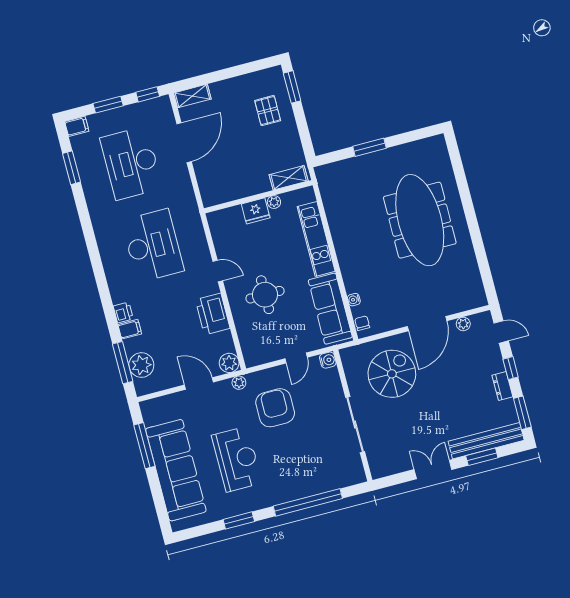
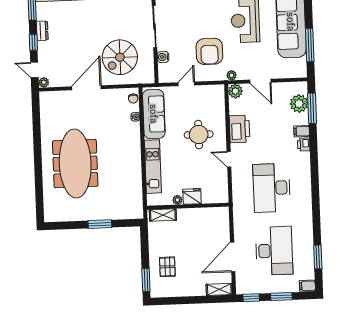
plant: (463, 324) -> (44, 82), moved
water cooler: (328, 360) -> (163, 57), moved

